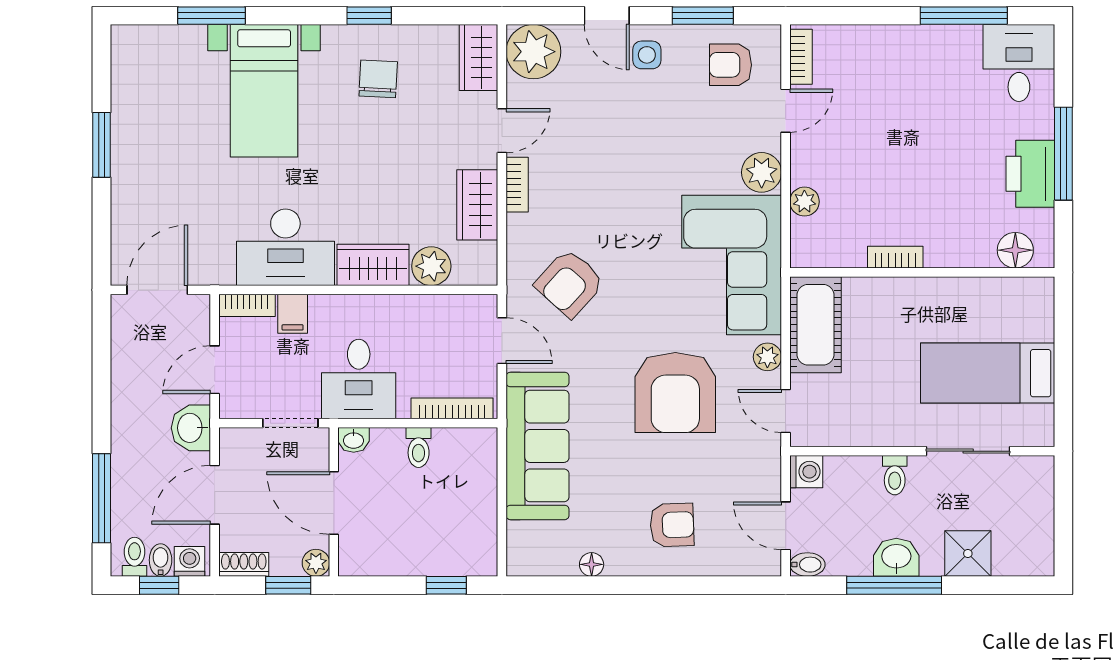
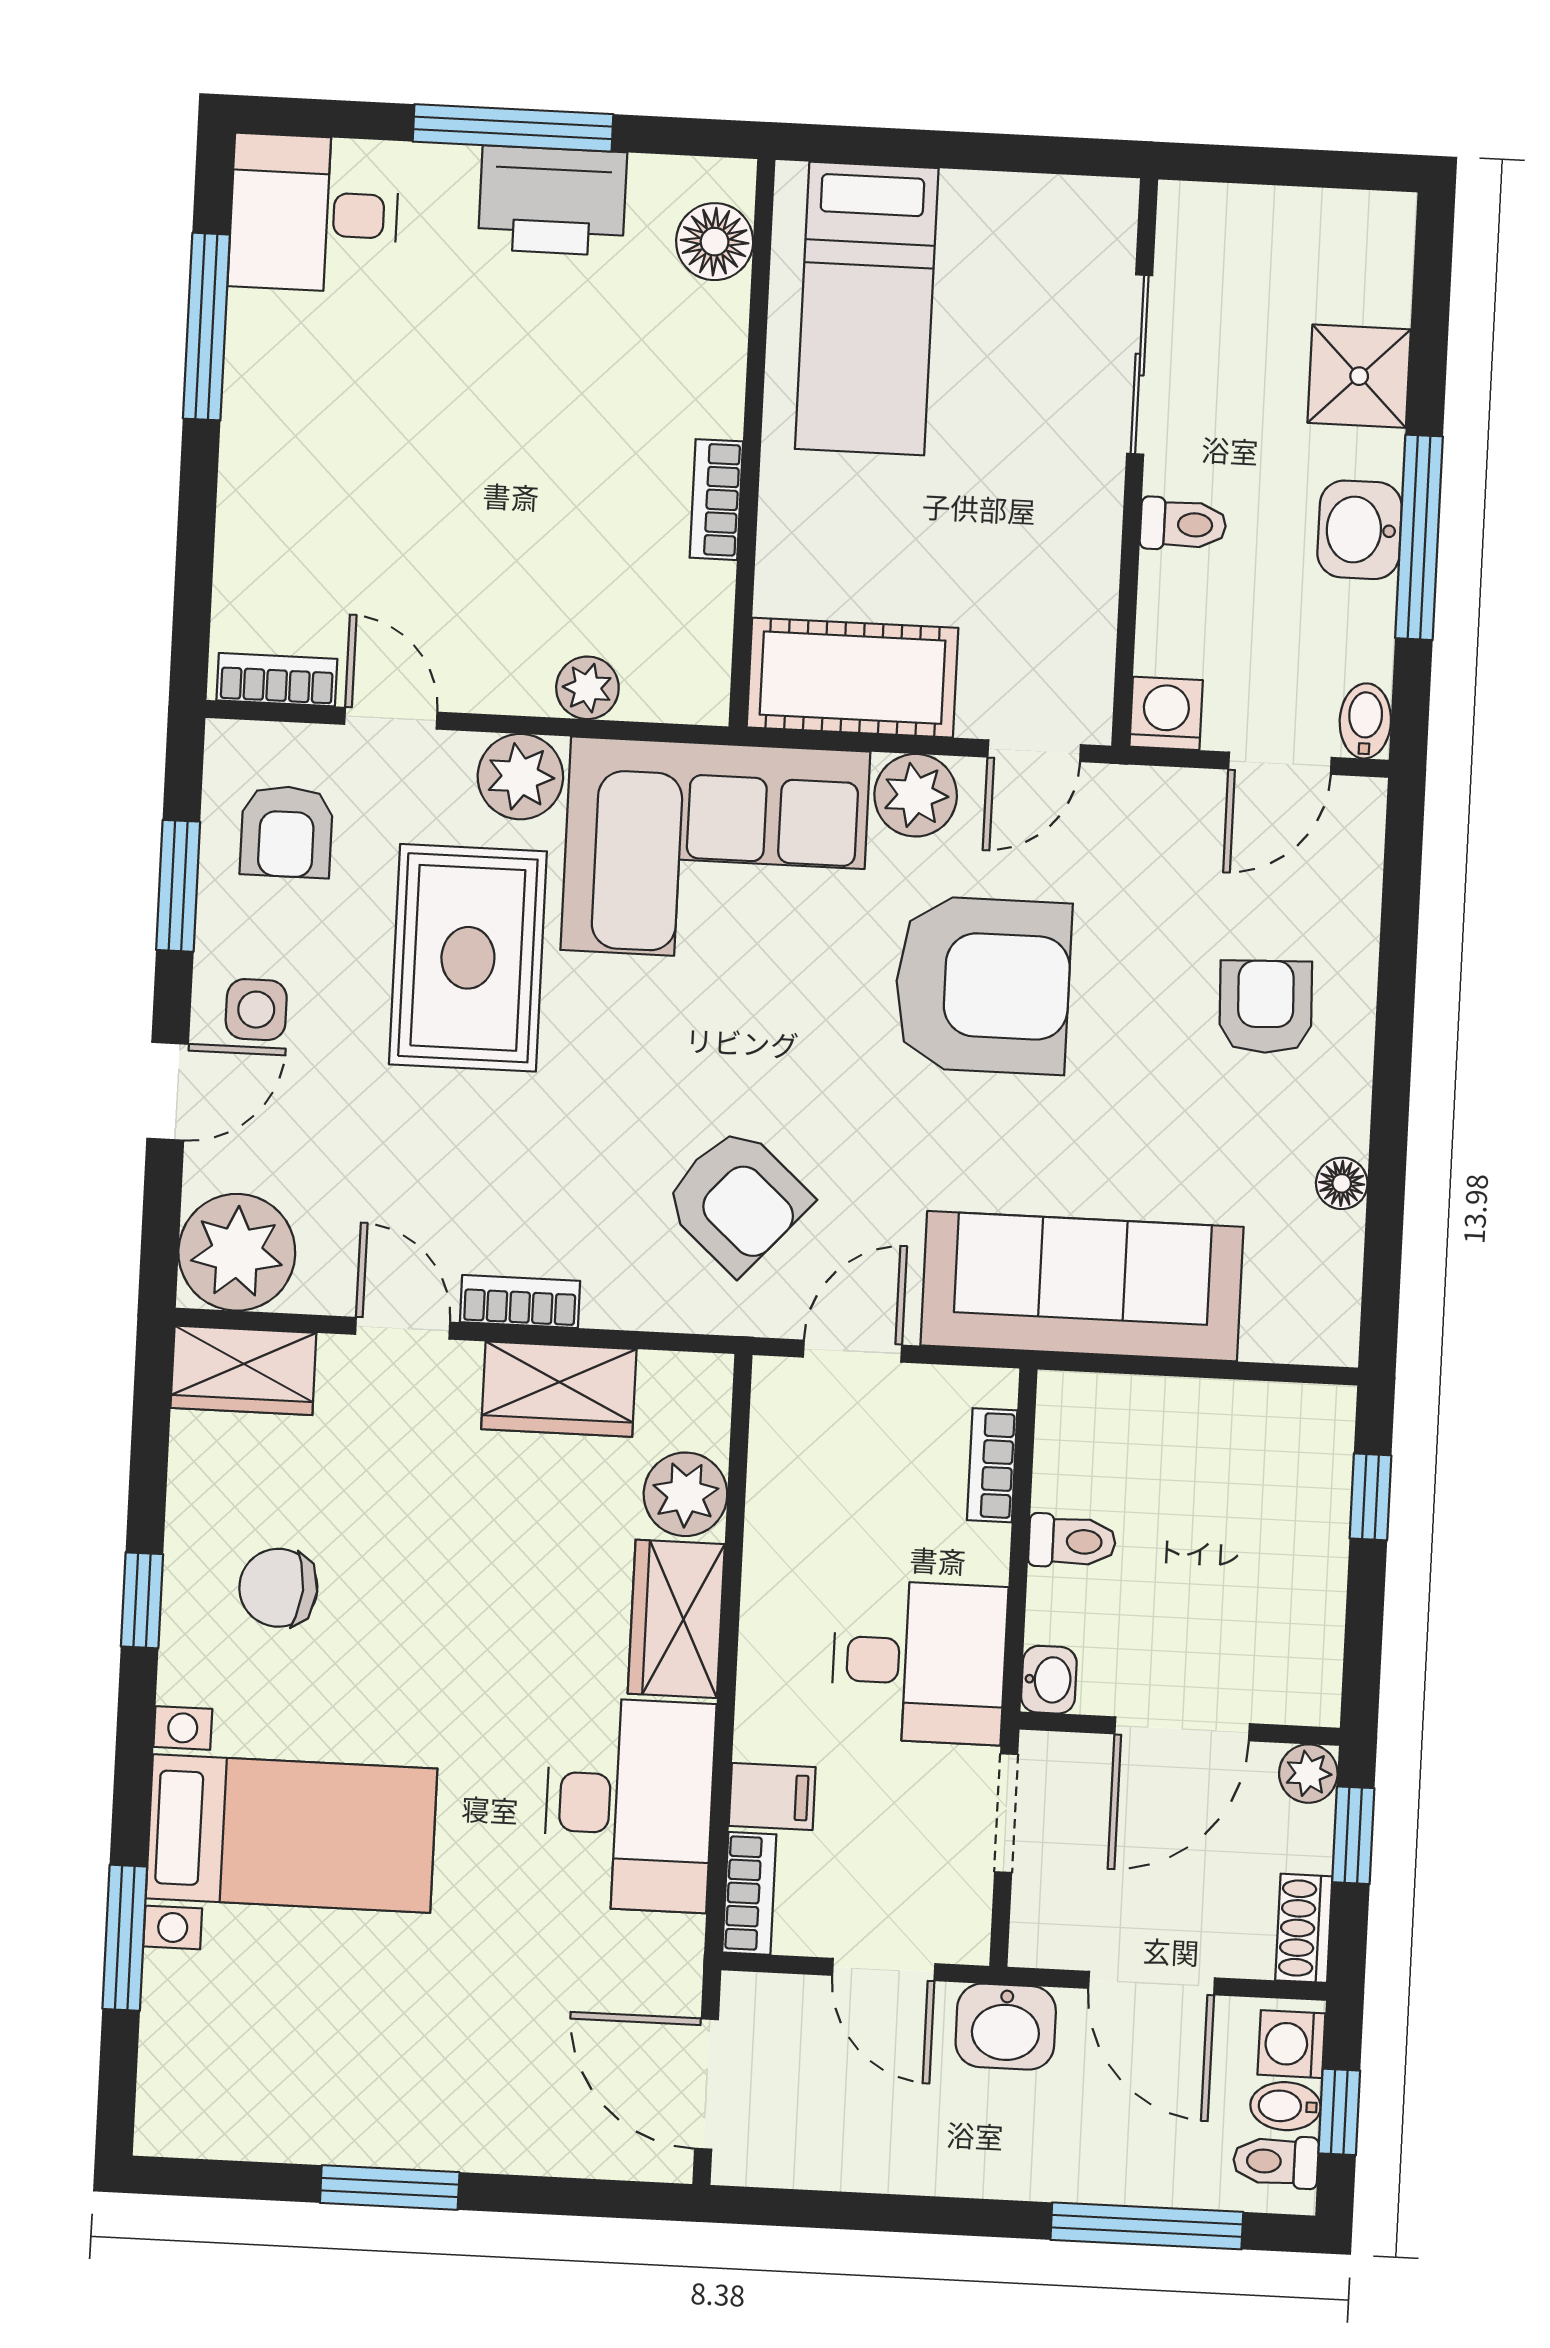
rug: (676, 152) -> (468, 958), added
plant: (767, 357) -> (916, 795), width x1.38, depth x1.38
bed: (988, 373) -> (867, 309), moved
bookcase: (452, 408) -> (992, 1465), width x0.64

